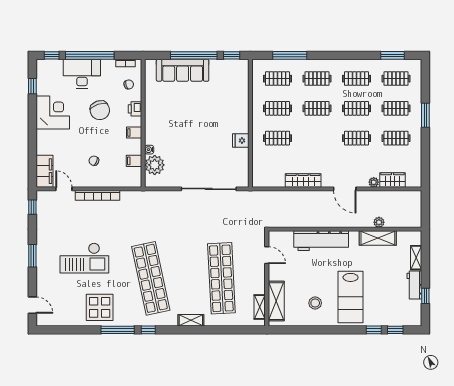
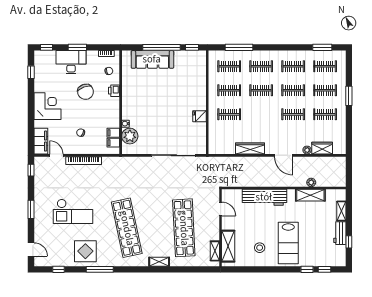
window: (90, 55) -> (77, 47), width x0.47
corner desk: (53, 113) -> (48, 106), moved
filing cabinet: (134, 133) -> (113, 143), moved
window: (148, 330) -> (59, 269), moved

